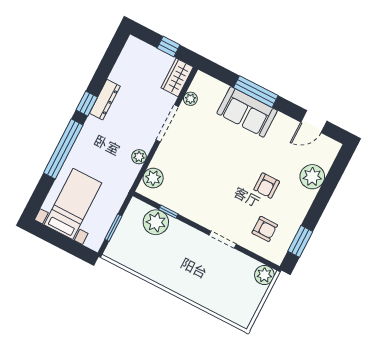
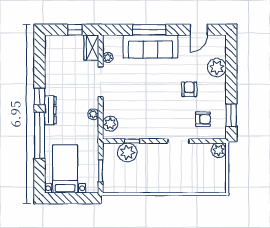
dresser: (105, 100) -> (50, 110), moved
sofa: (247, 112) -> (150, 46), width x1.36
armchair: (267, 186) -> (189, 89), turned 180

